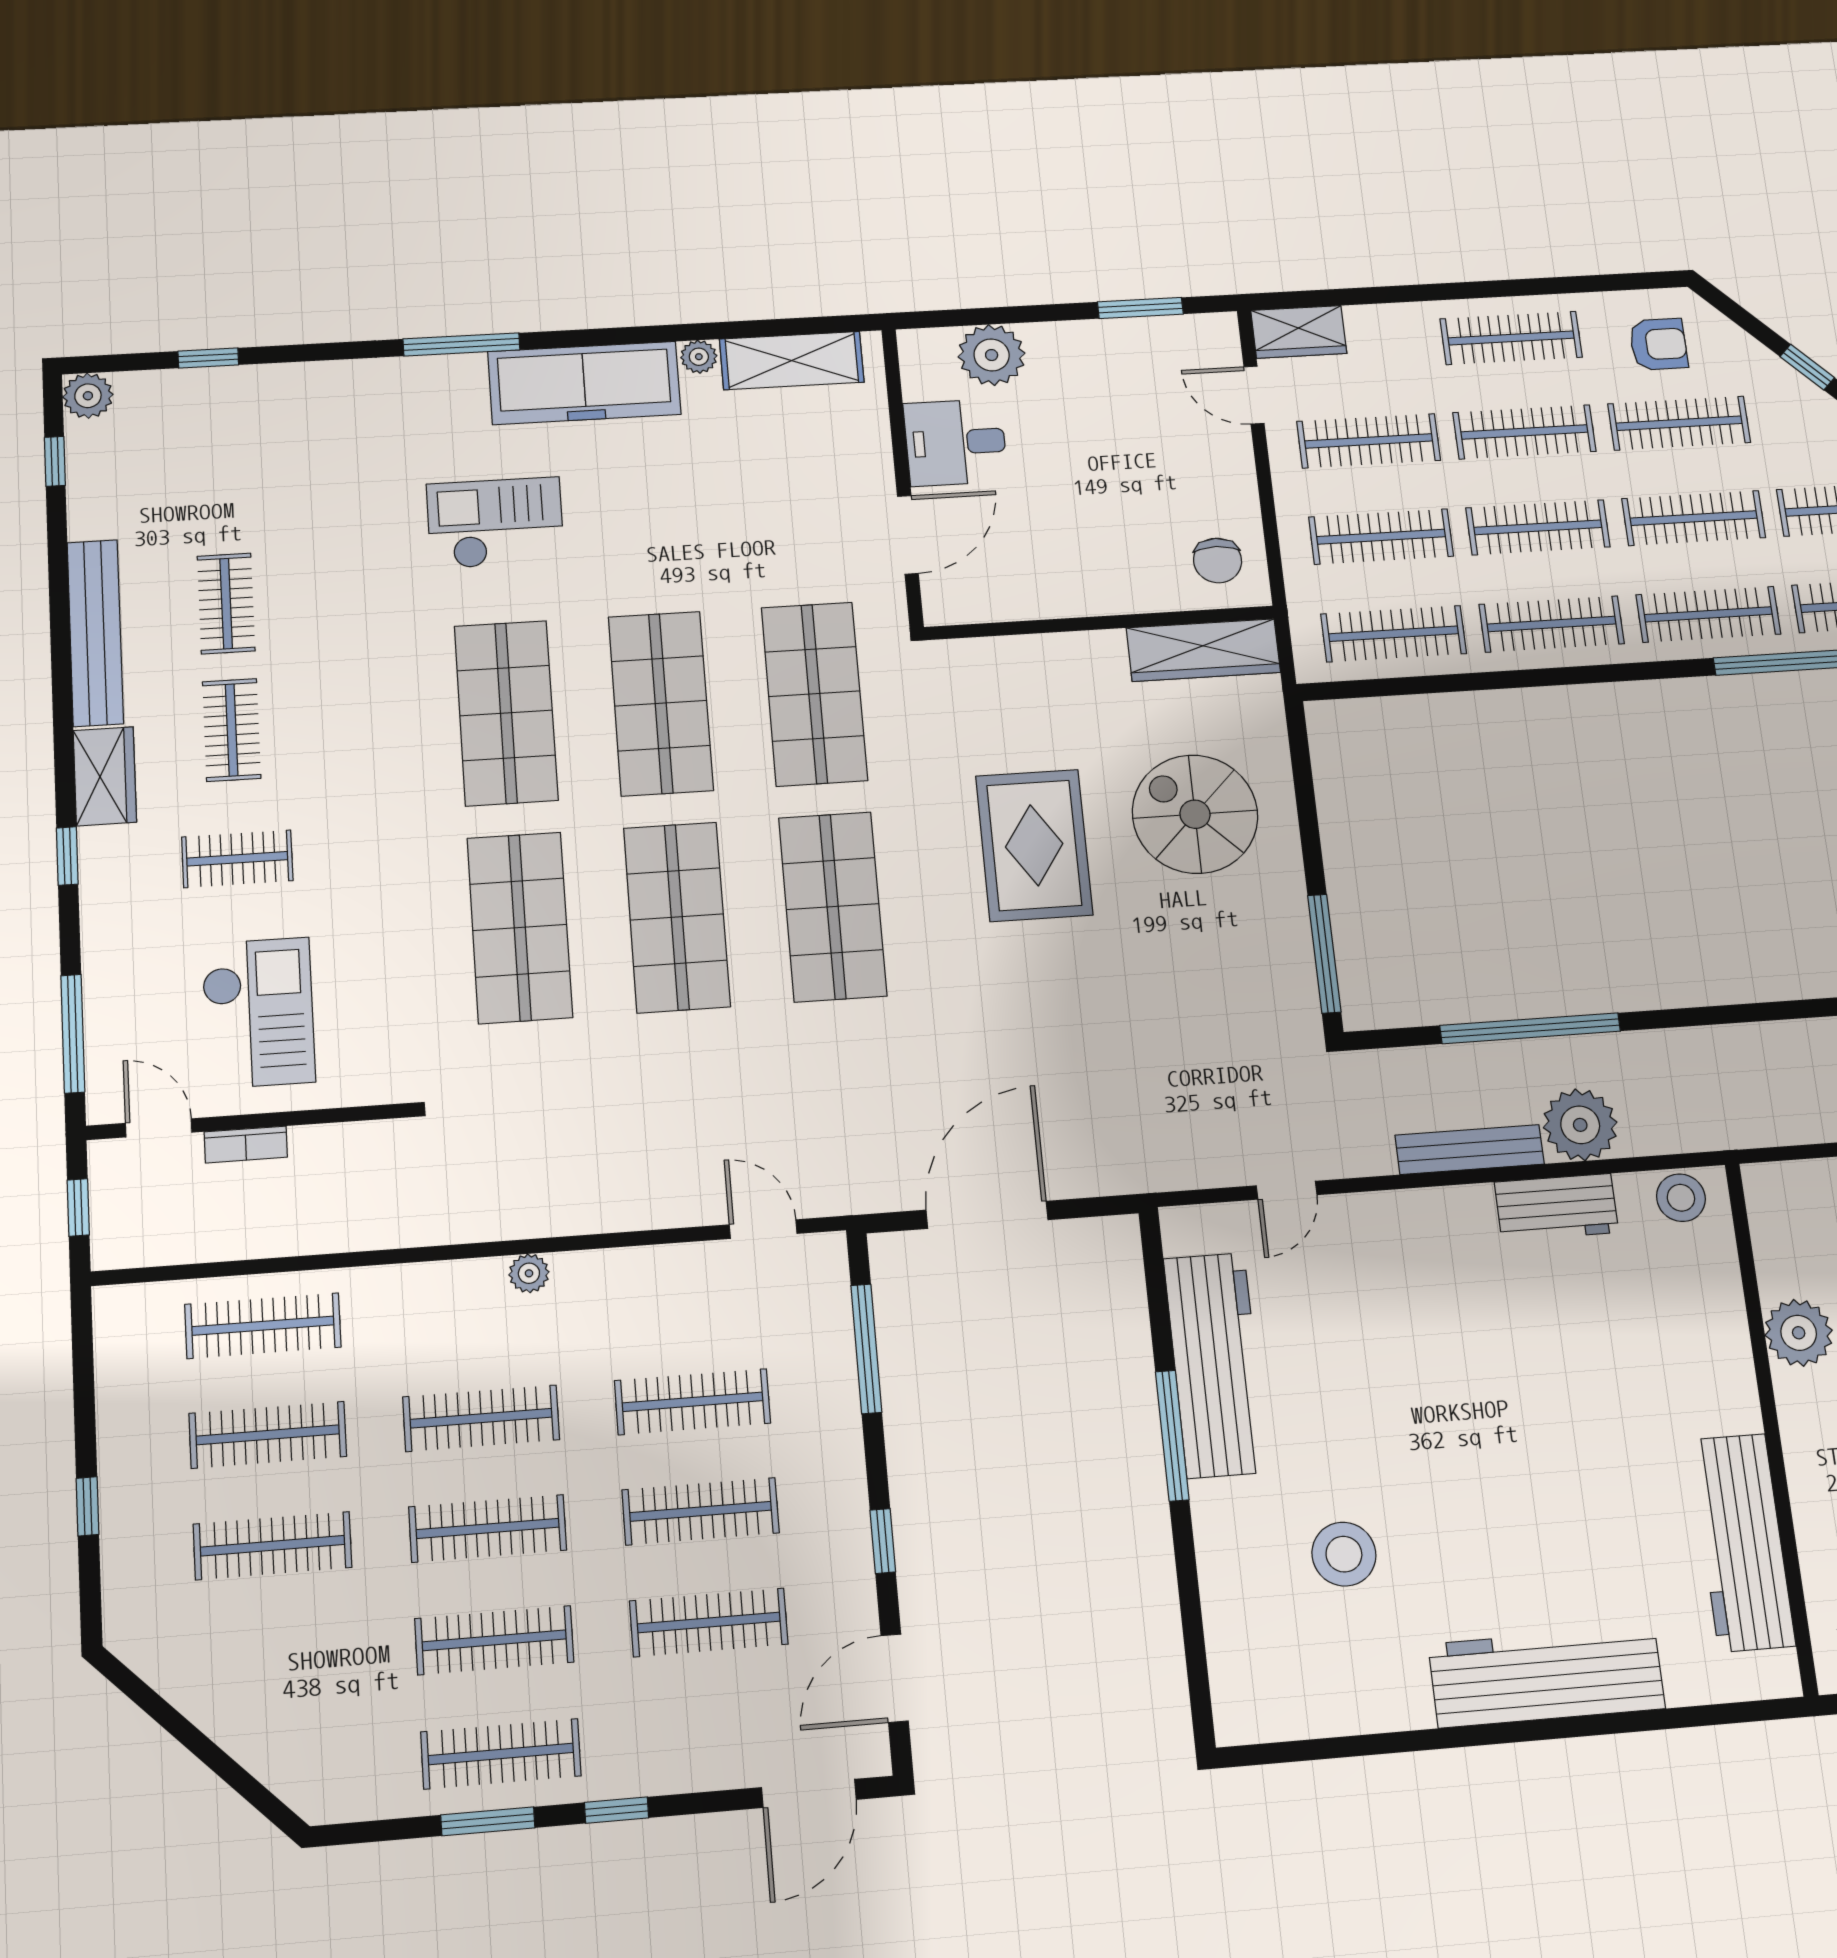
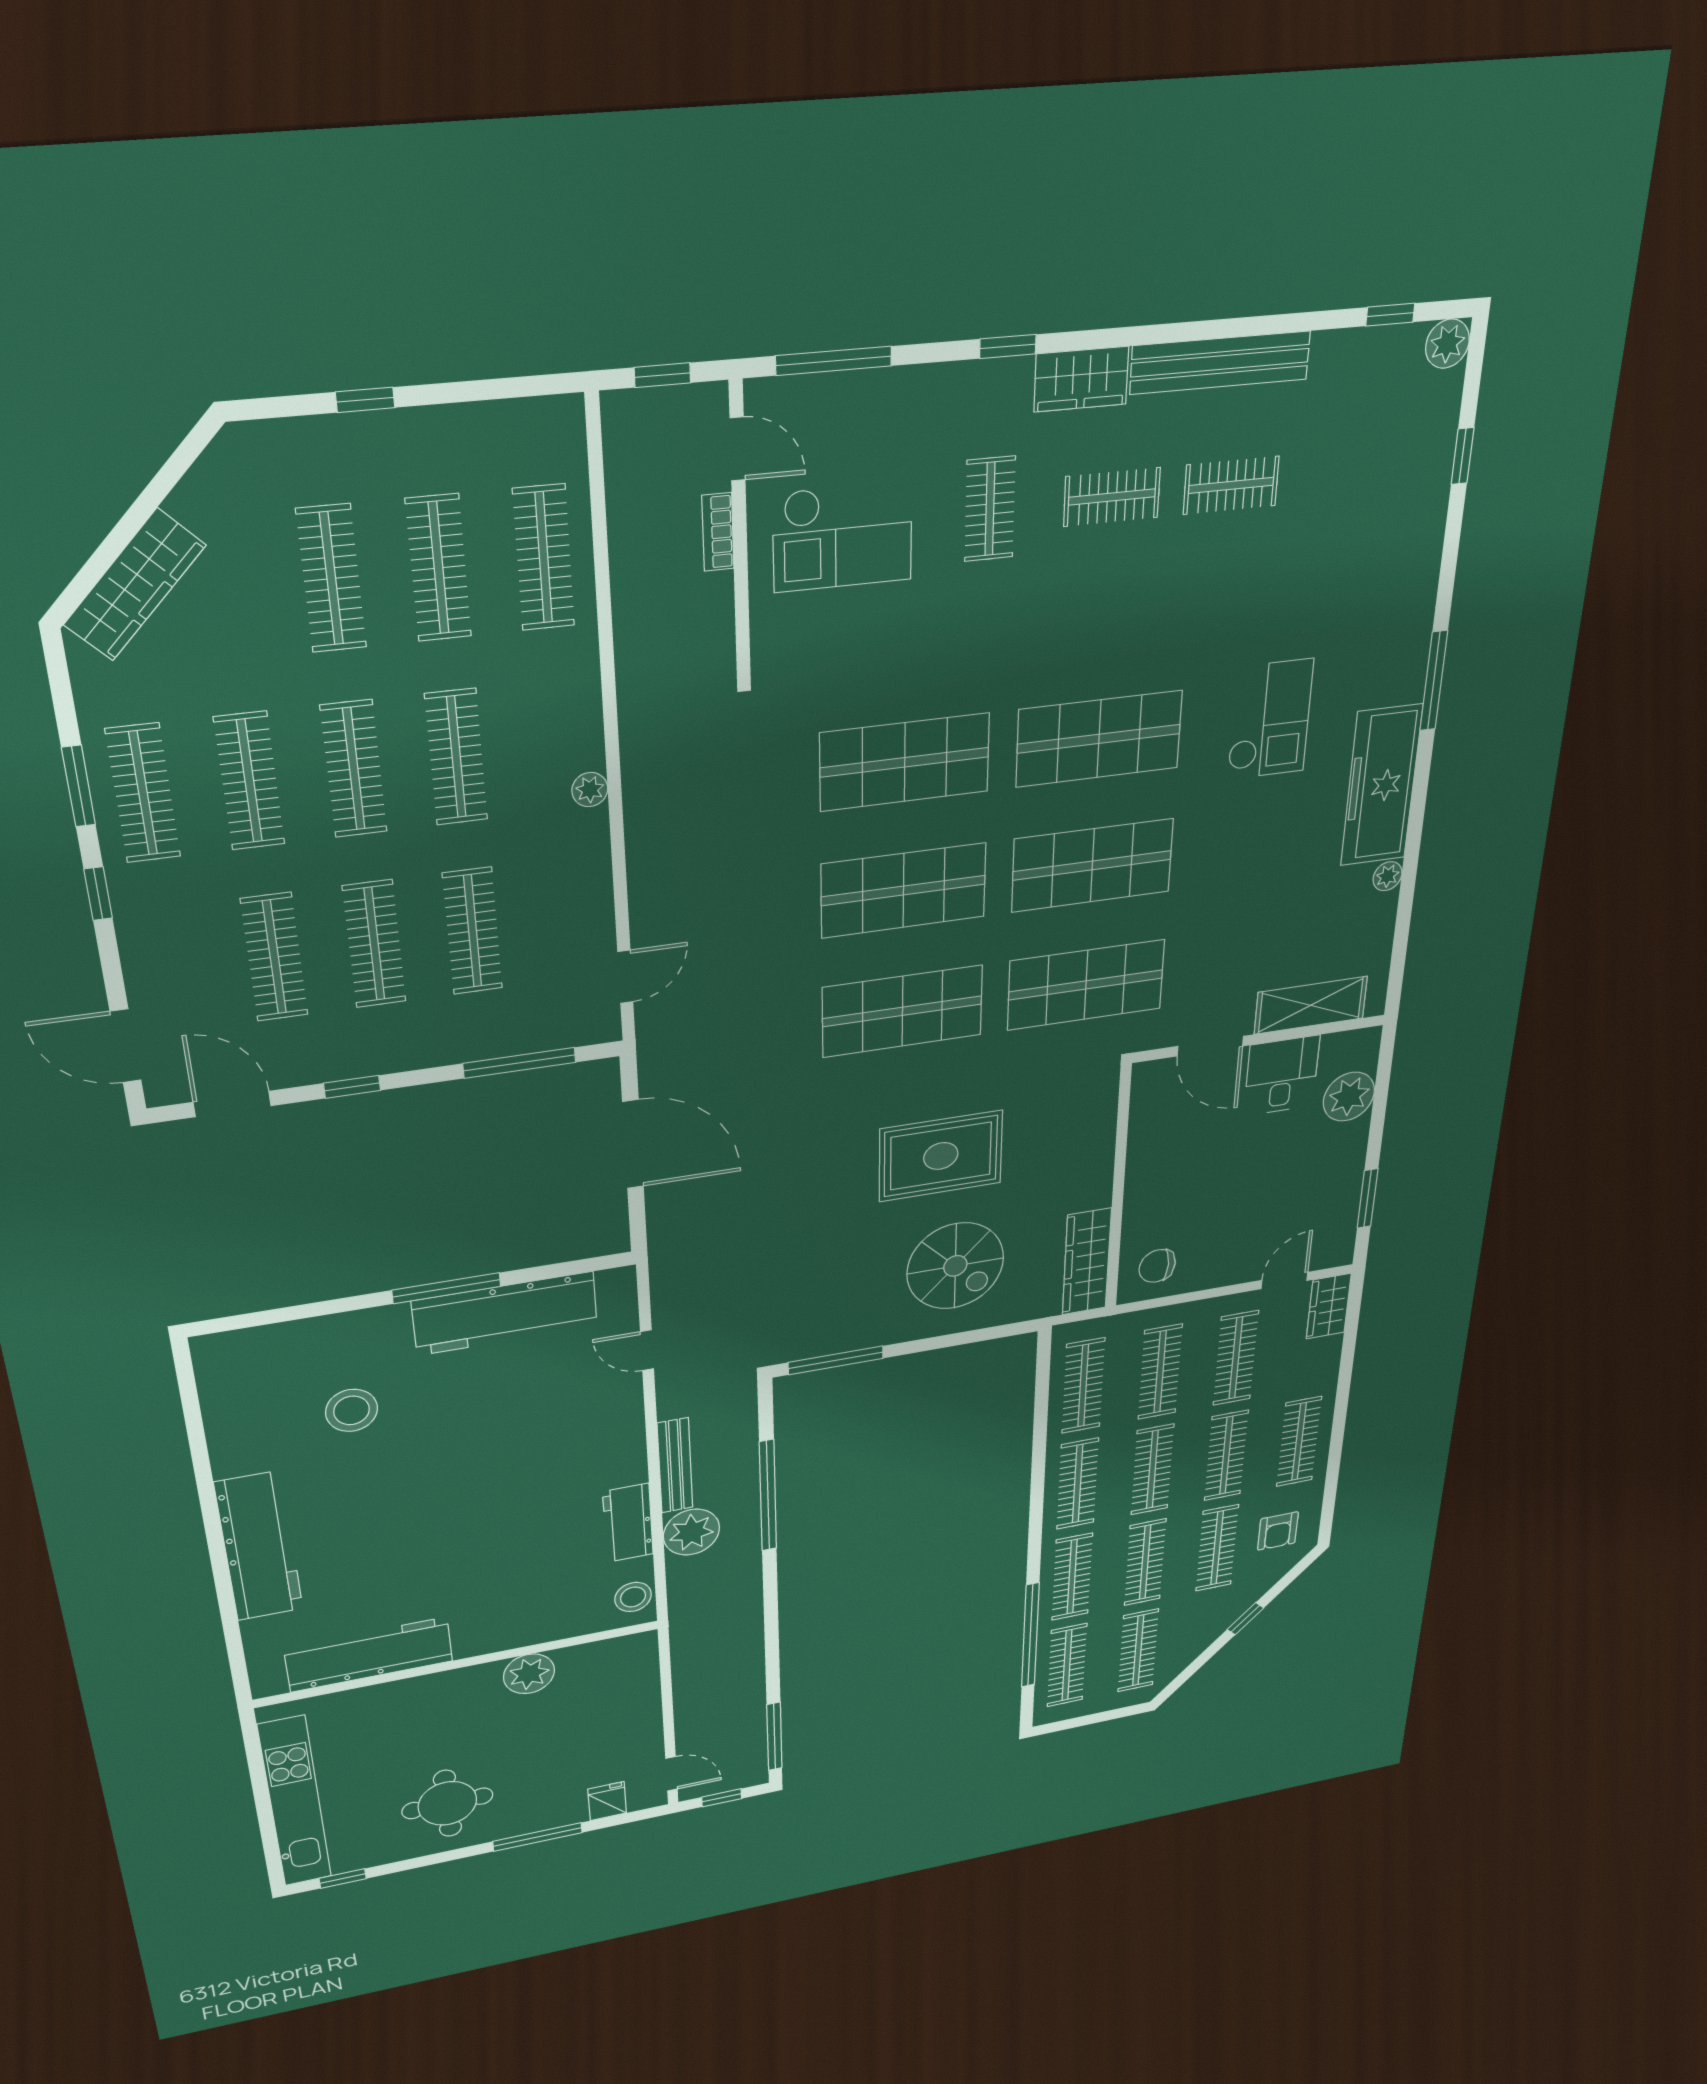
shelving: (792, 361) -> (1311, 1005), moved, turned 90
spiral stairs: (1195, 814) -> (955, 1266), turned 90
door: (159, 1128) -> (737, 449), hinge flipped
wardrobe: (267, 1747) -> (135, 585), added

